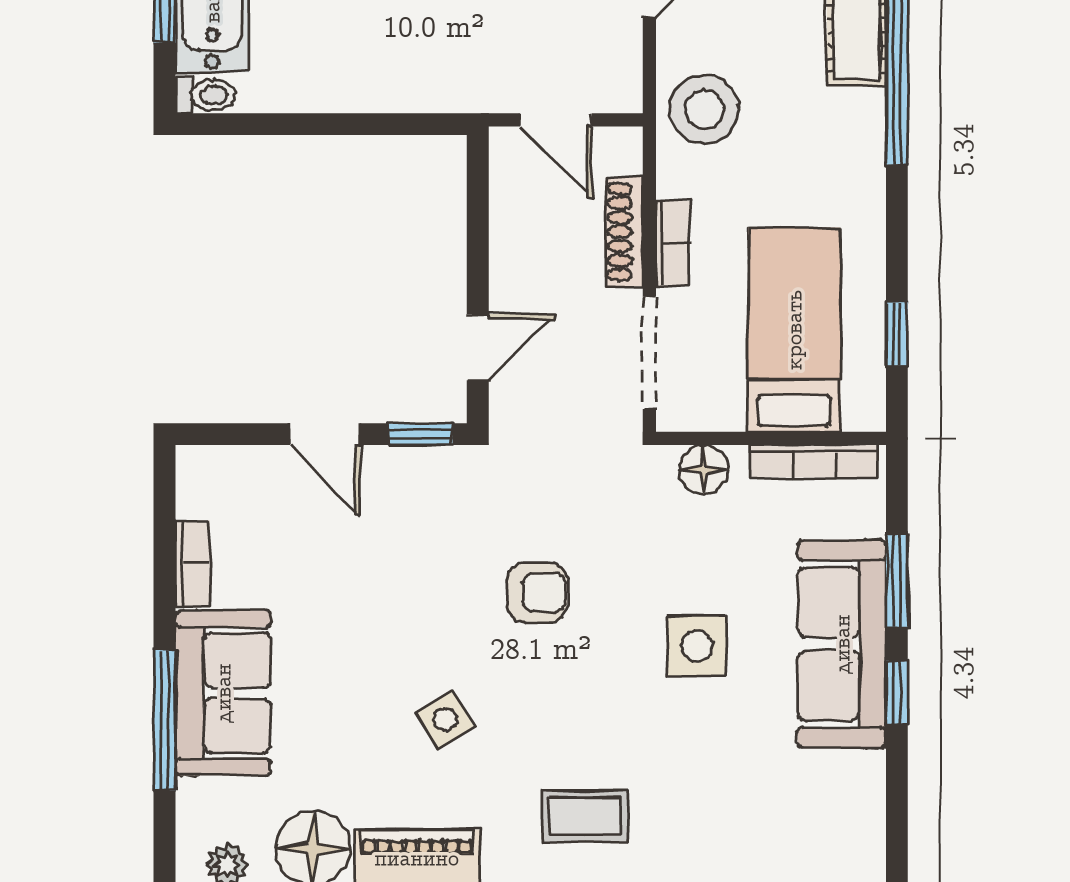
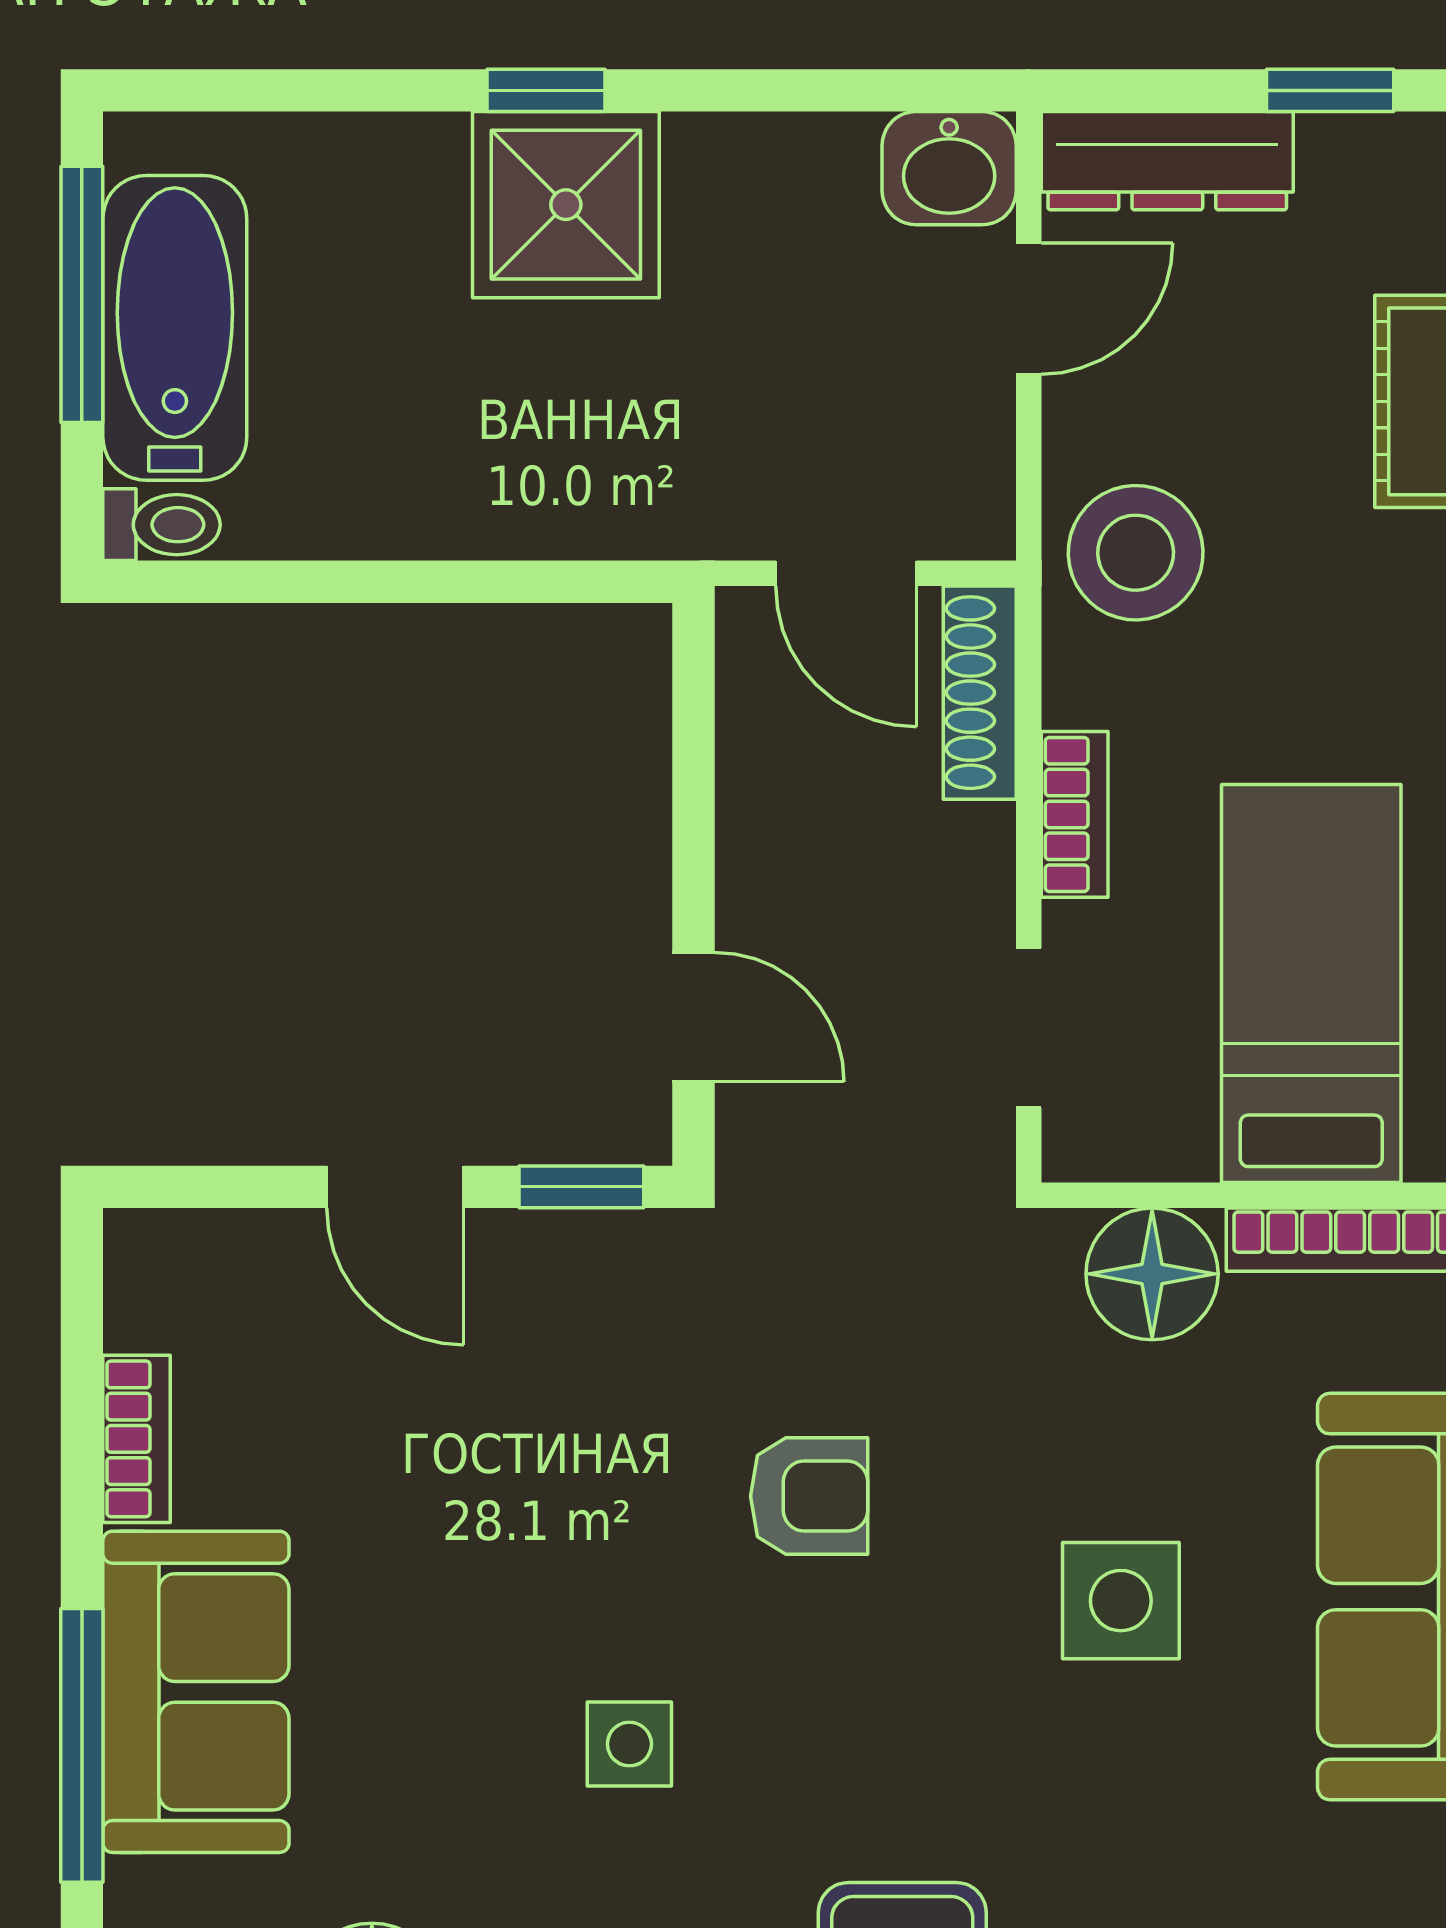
shoe rack: (624, 232) -> (980, 693), moved
door: (478, 347) -> (693, 1017), hinge flipped
doorway: (649, 353) -> (1029, 1028), width x0.73
floor lamp: (703, 470) -> (1152, 1274), width x1.38, depth x1.38
side table: (445, 720) -> (629, 1744), turned 30

